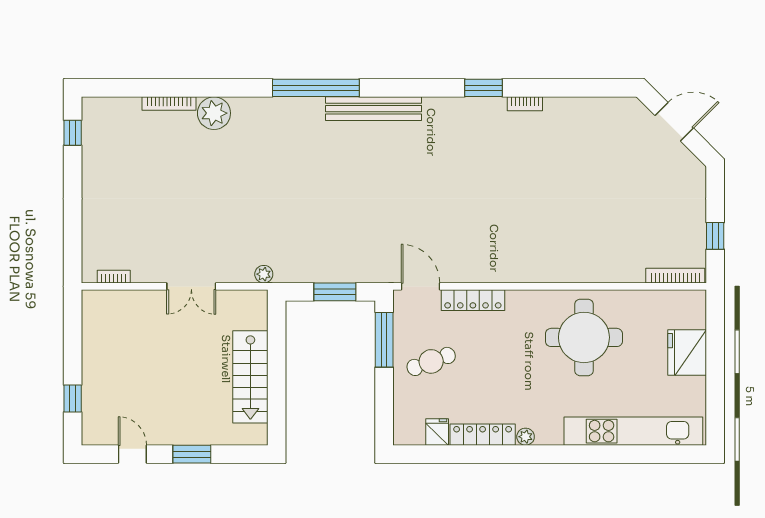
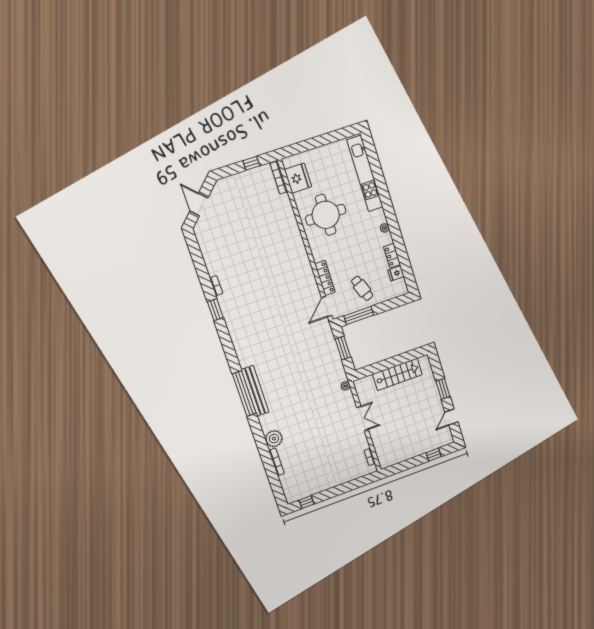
bench: (373, 109) -> (255, 391), moved
fridge: (687, 353) -> (298, 178), moved, turned -90
locker: (483, 435) -> (392, 256), width x0.66

